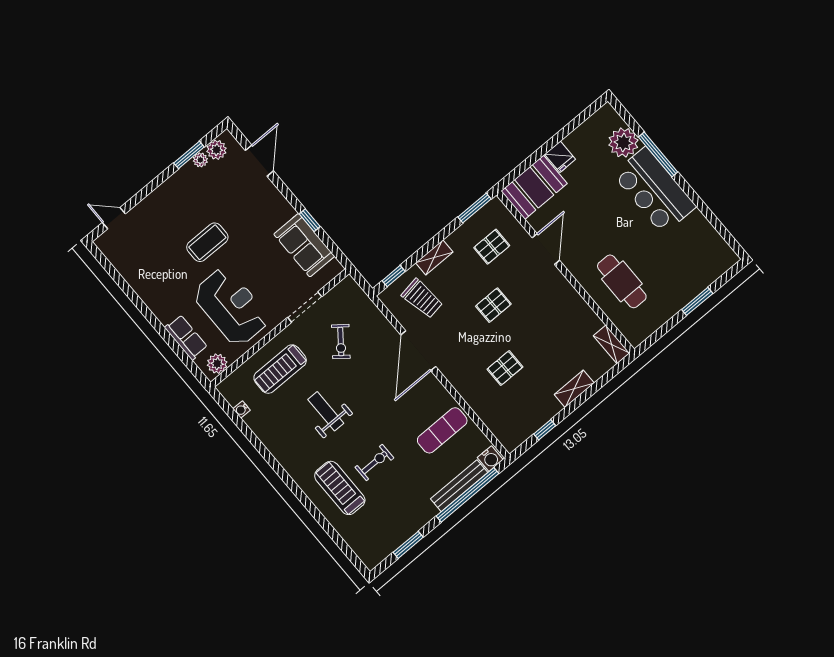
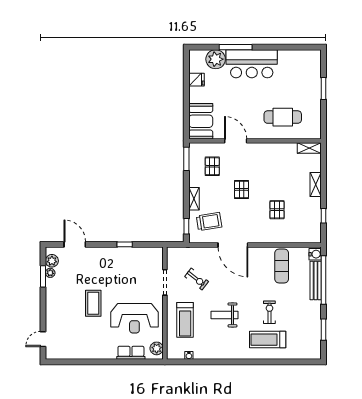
fridge: (560, 157) -> (197, 80), moved
sofa: (304, 245) -> (135, 257), removed
reception desk: (231, 307) -> (134, 318), turned 180

